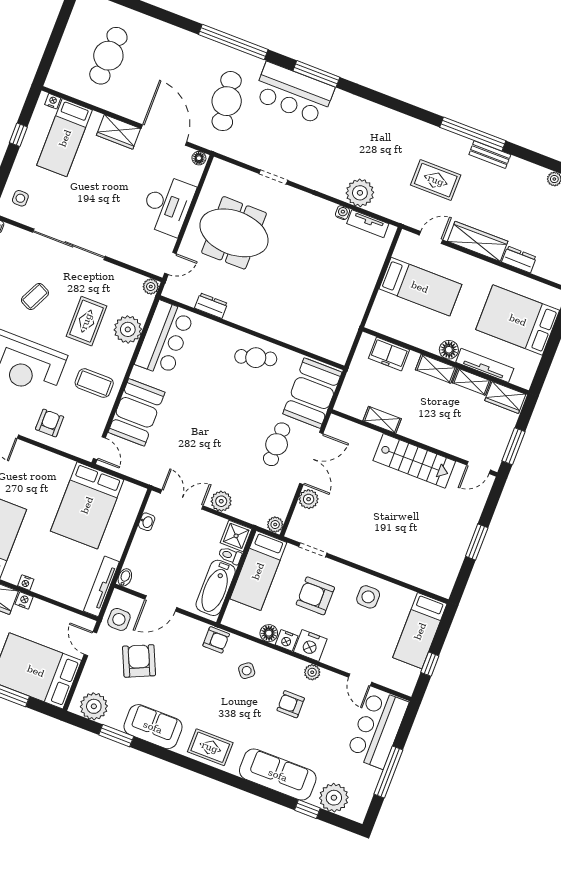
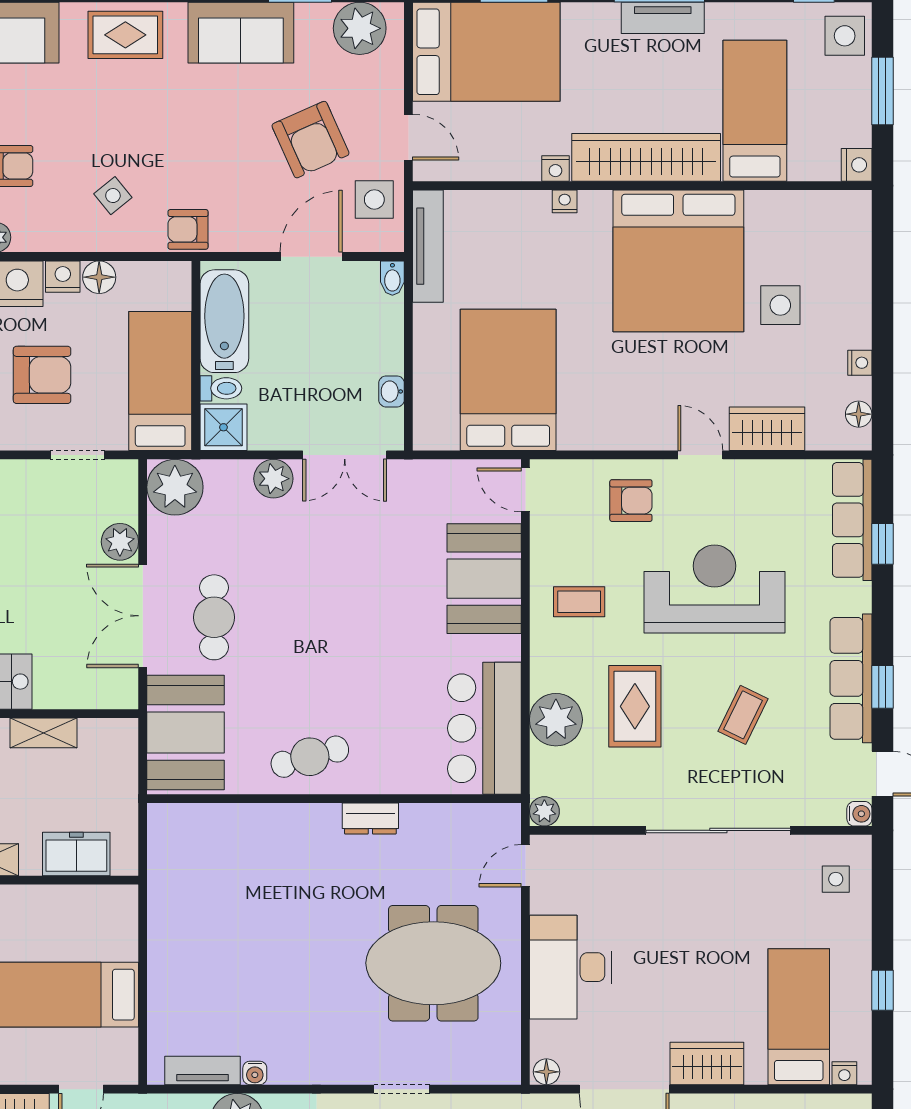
dresser: (211, 306) -> (370, 819), moved
coffee table: (94, 383) -> (579, 602), width x0.73, depth x0.77
armchair: (50, 423) -> (631, 501), turned -90
plant: (275, 525) -> (175, 487), width x1.88, depth x1.88

